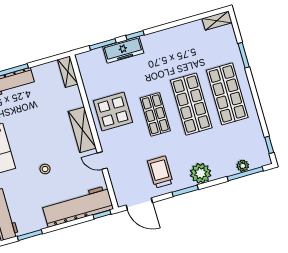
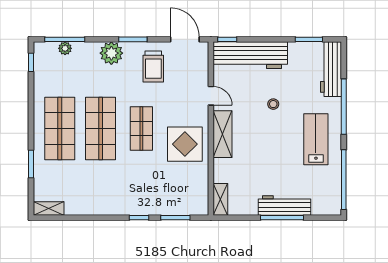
freezer: (123, 50) -> (156, 206), removed

